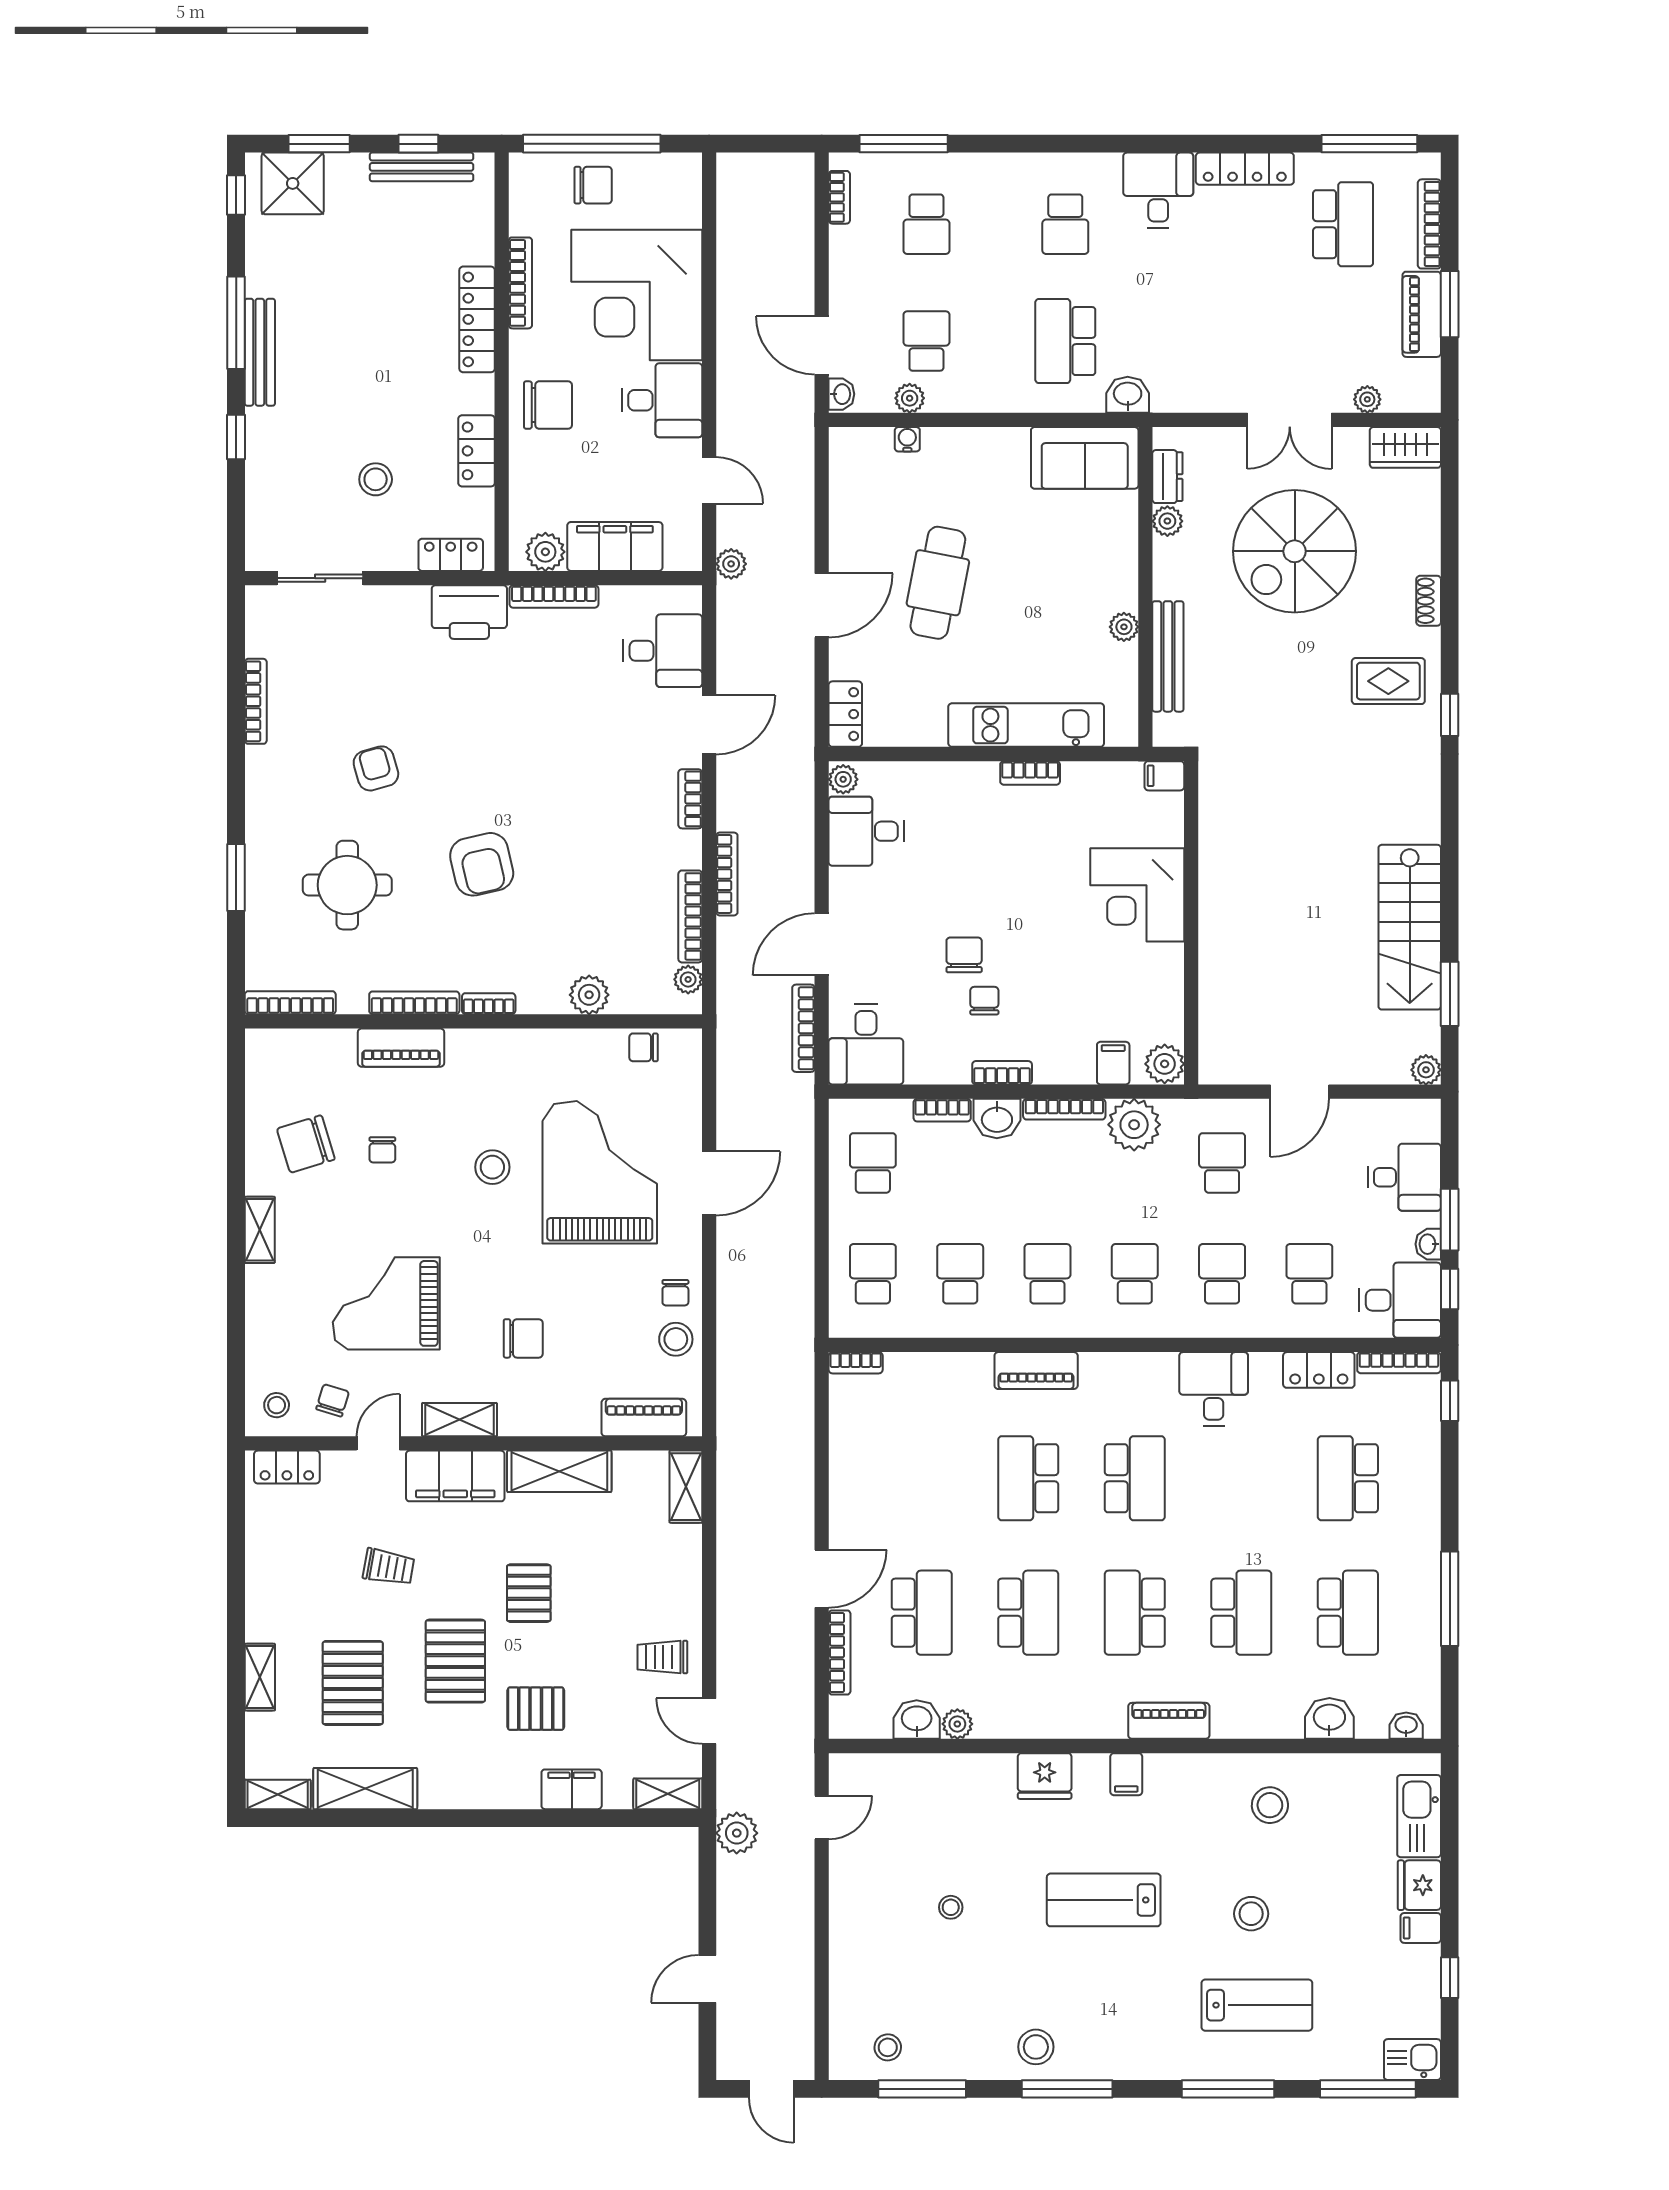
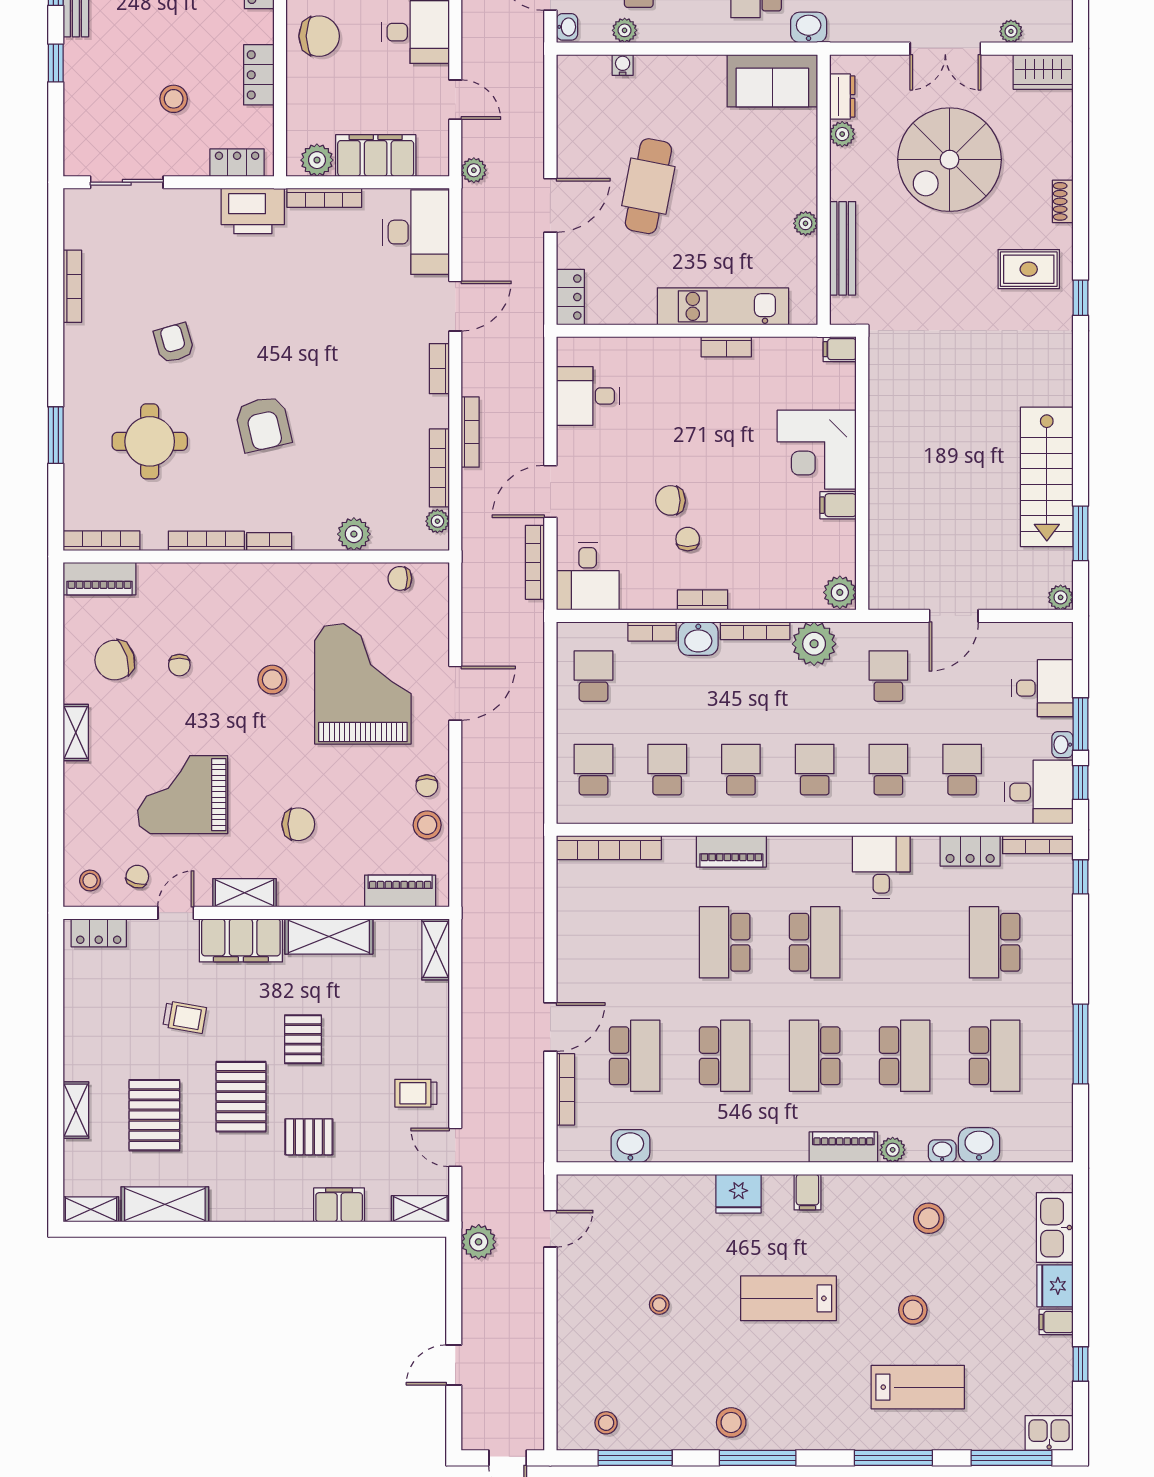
desk: (663, 651) -> (416, 232), width x1.37
plant: (843, 779) -> (568, 352), removed
chair: (964, 955) -> (671, 500), turned -90
piano: (401, 1048) -> (100, 579), moved
filing cabinet: (1113, 1063) -> (838, 505), moved, turned -90
bookcase: (856, 1363) -> (609, 848), width x2.31, depth x1.31
plant: (957, 1724) -> (893, 1150), moved
washbasin: (1406, 1726) -> (942, 1151), moved

